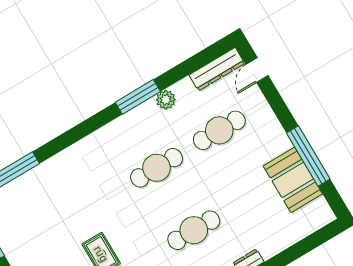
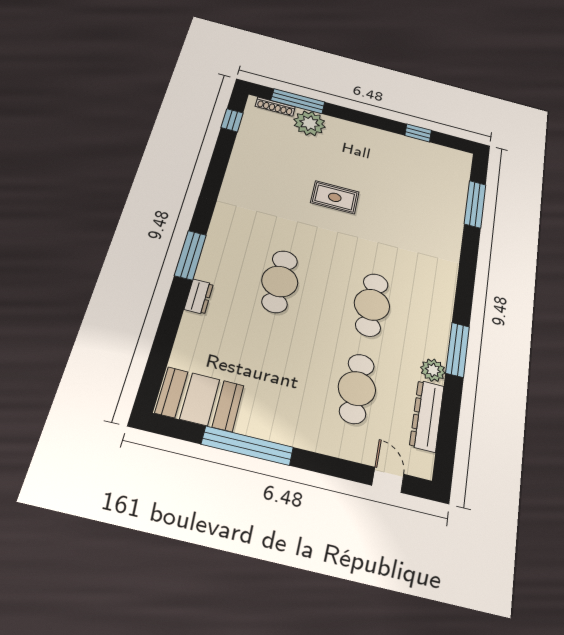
dresser: (217, 69) -> (427, 416), moved
booth: (293, 180) -> (200, 399), moved

